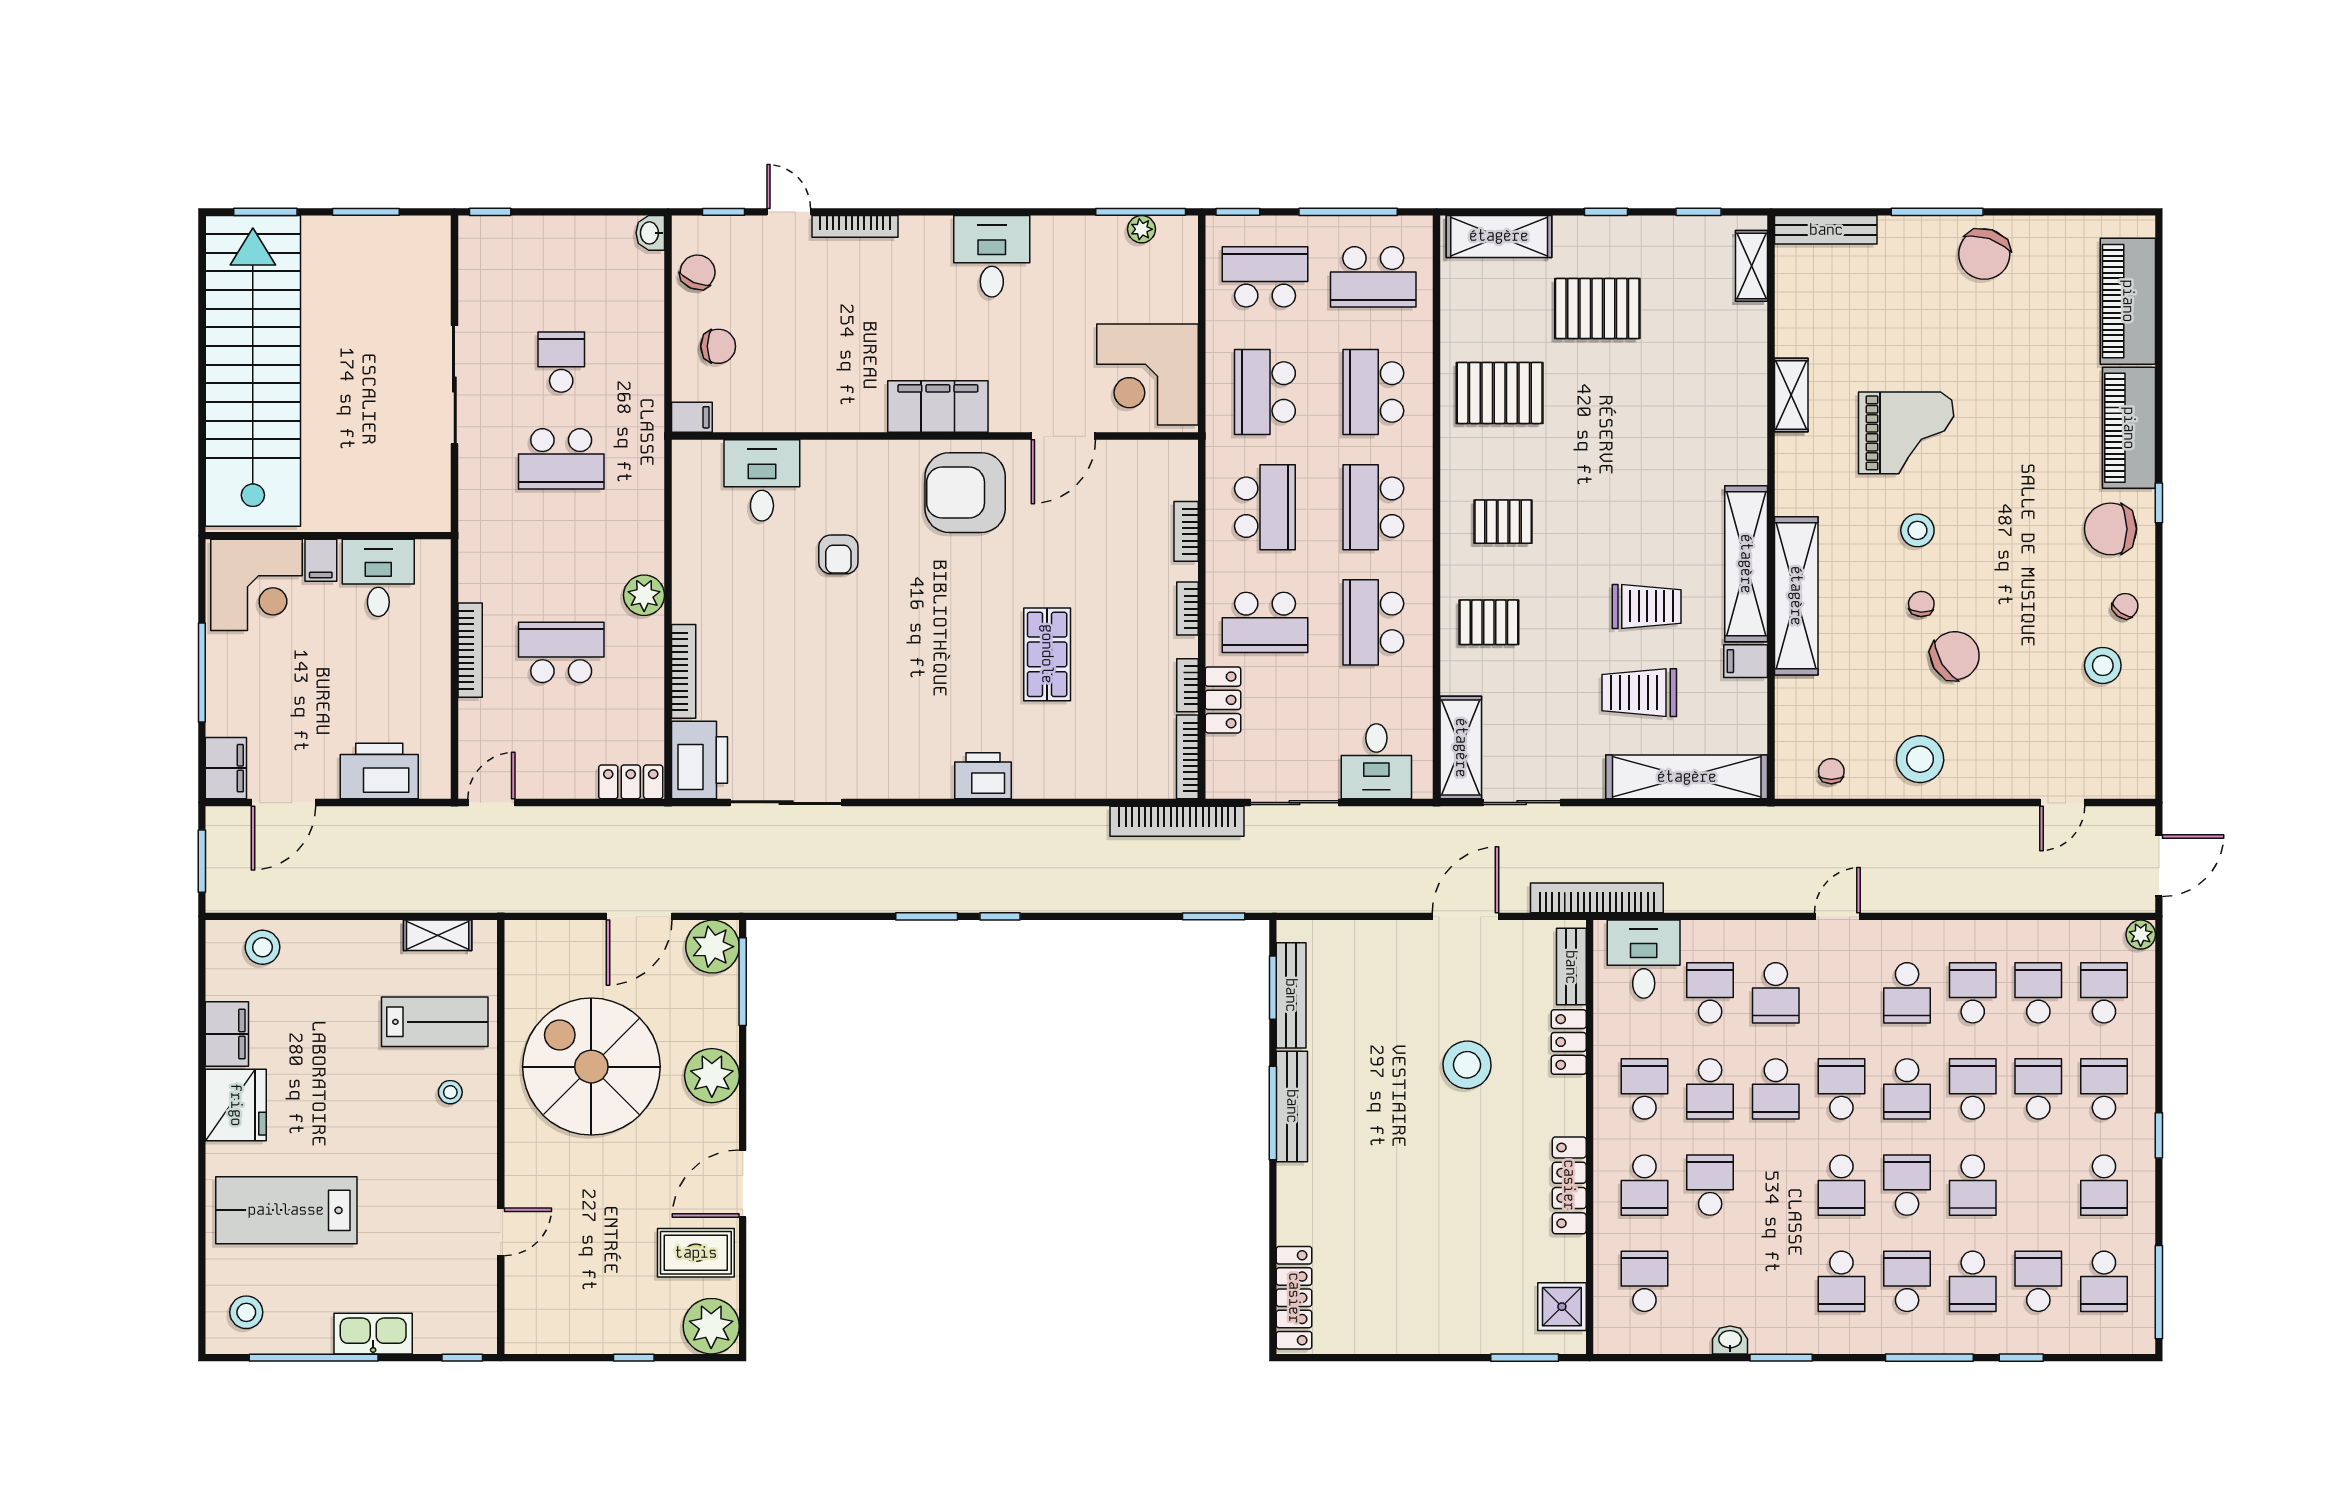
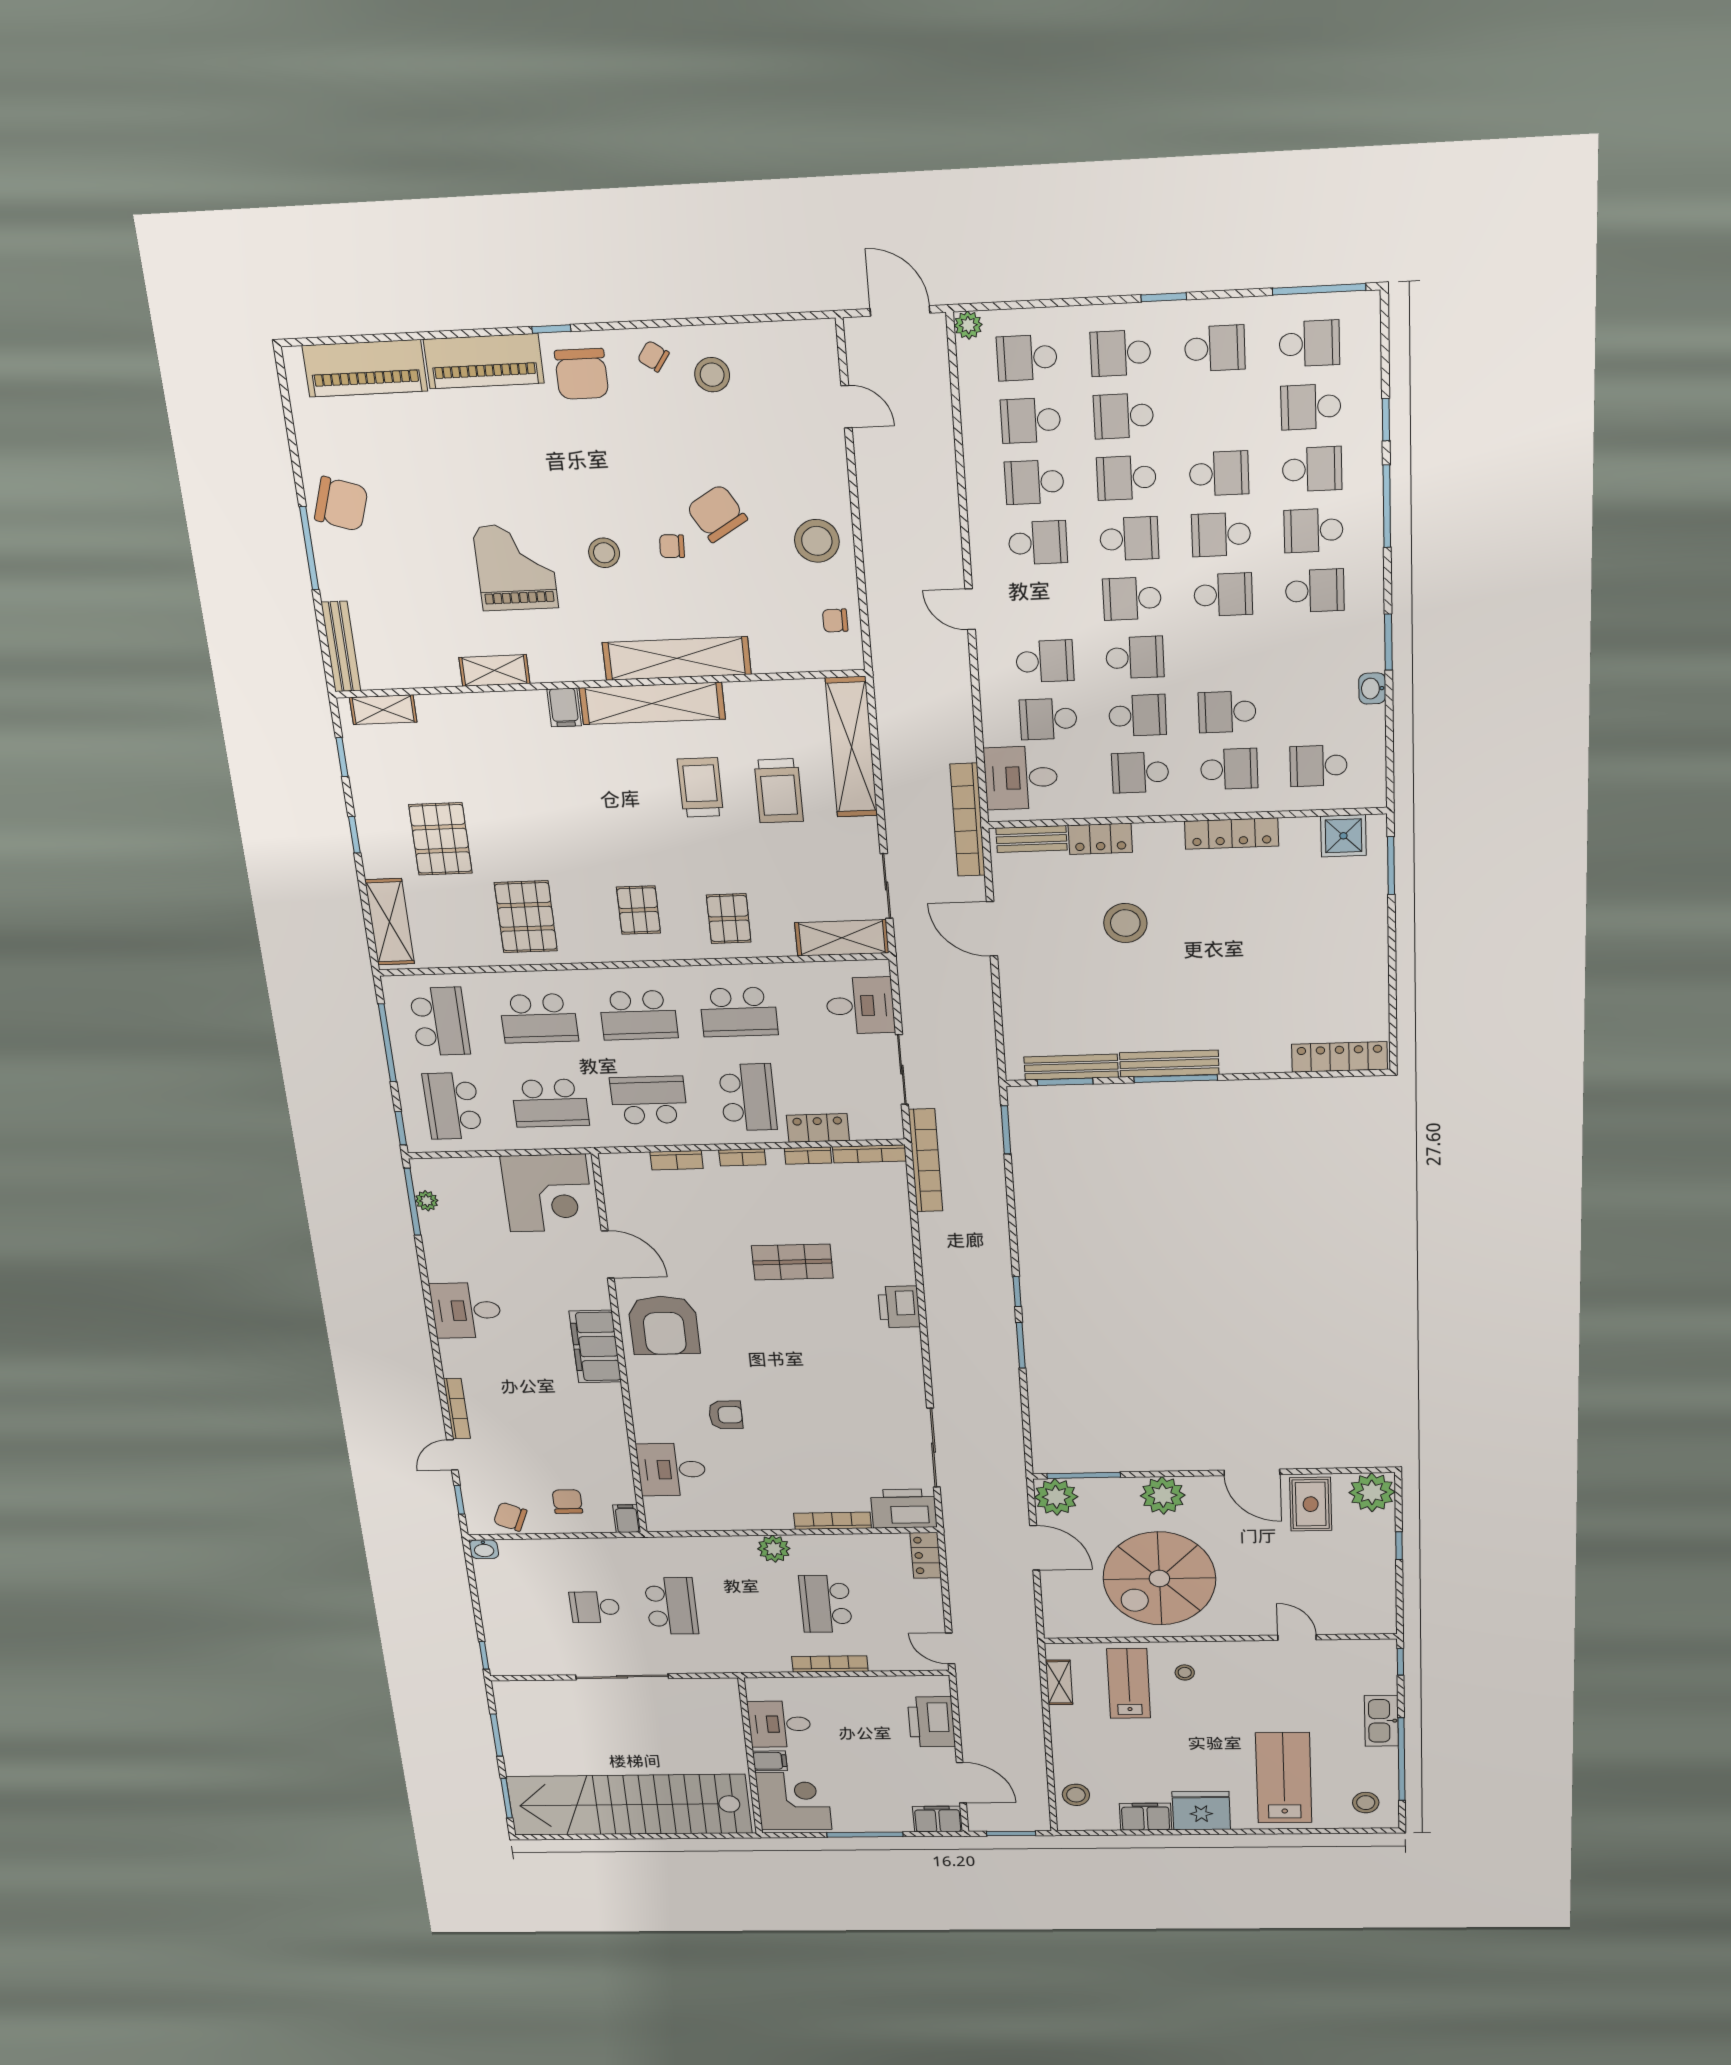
filing cabinet: (1746, 661) -> (564, 707), moved
lab bench: (286, 1210) -> (1284, 1778), turned 180

